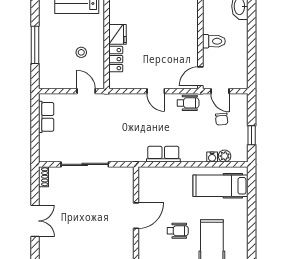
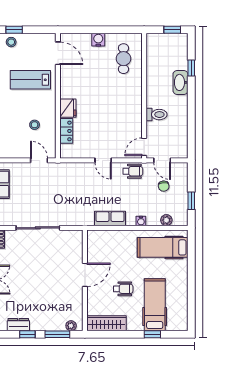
water cooler: (212, 157) -> (141, 221), moved

